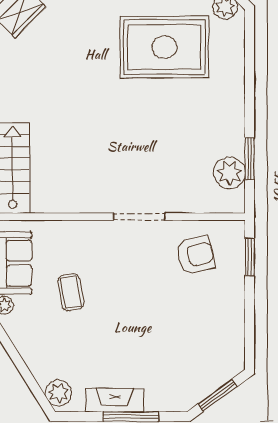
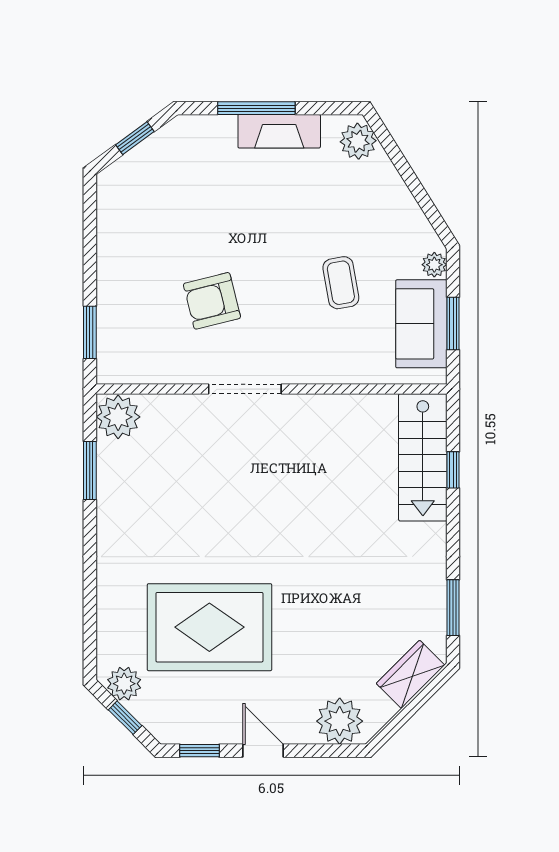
plant: (229, 173) -> (118, 417), moved
armchair: (195, 255) -> (212, 301), moved
window: (218, 395) -> (135, 138), width x0.67

